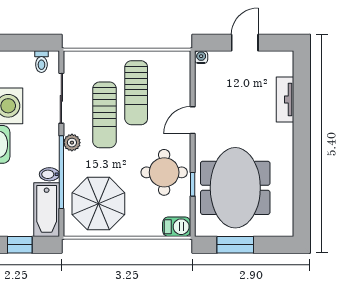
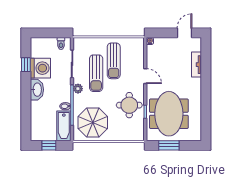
door: (245, 43) -> (185, 33), moved
door: (193, 120) -> (145, 76), swing flipped
barbecue: (177, 227) -> (136, 135), removed

